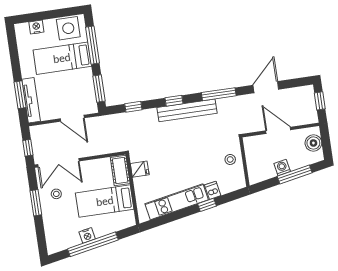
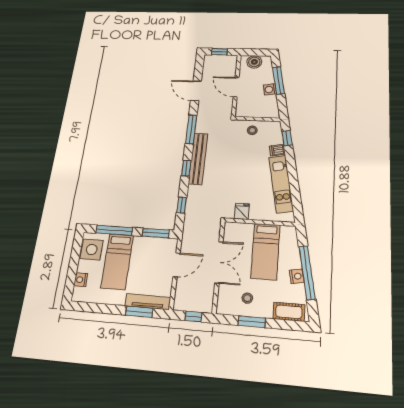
door: (278, 130) -> (236, 87), hinge flipped
double door: (58, 163) -> (219, 262), moved
cot: (120, 171) -> (289, 312), moved
window: (207, 205) -> (287, 138), moved

